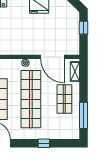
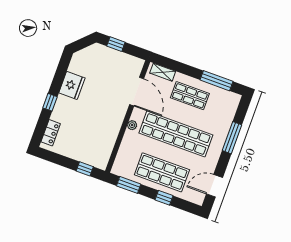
door: (53, 57) -> (137, 92), hinge flipped
window: (44, 143) -> (232, 138), width x2.17

